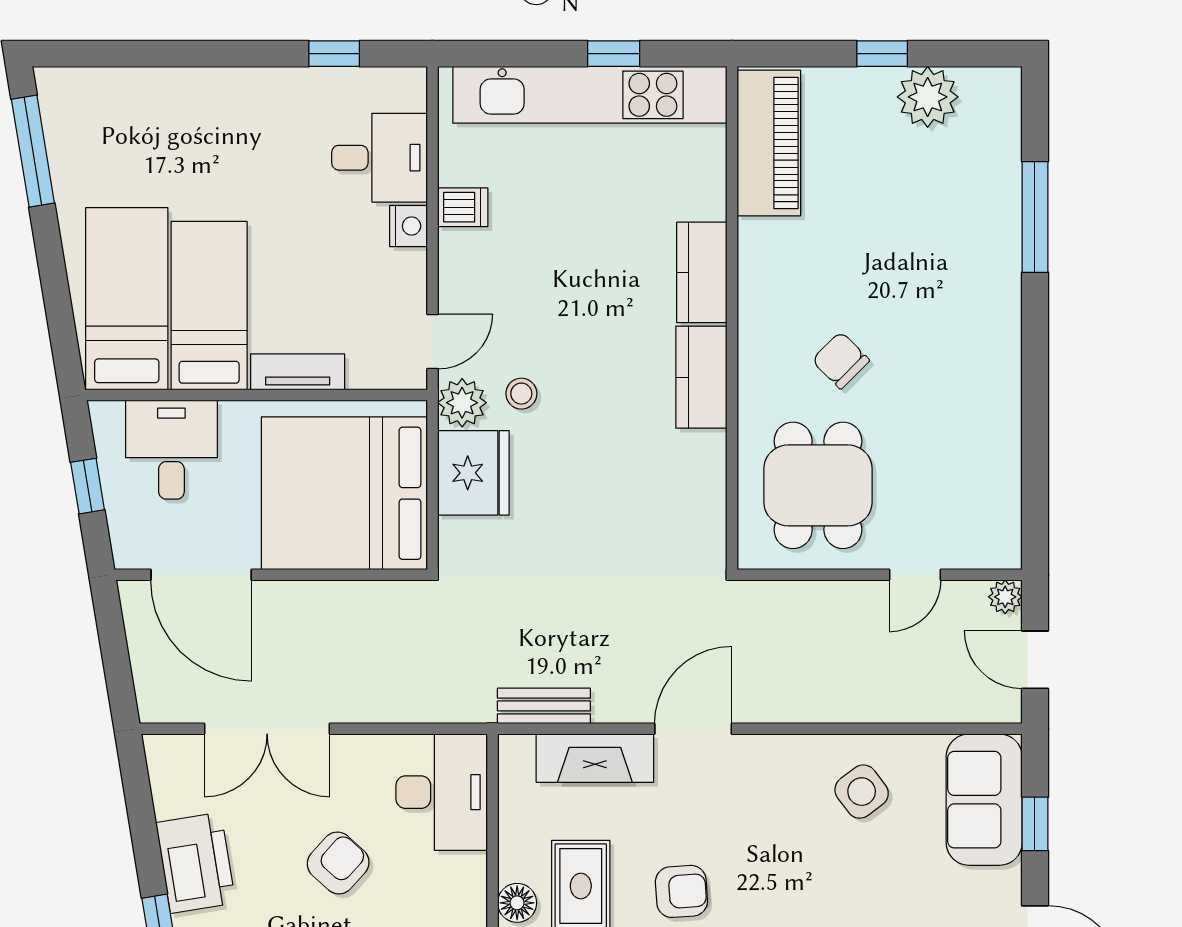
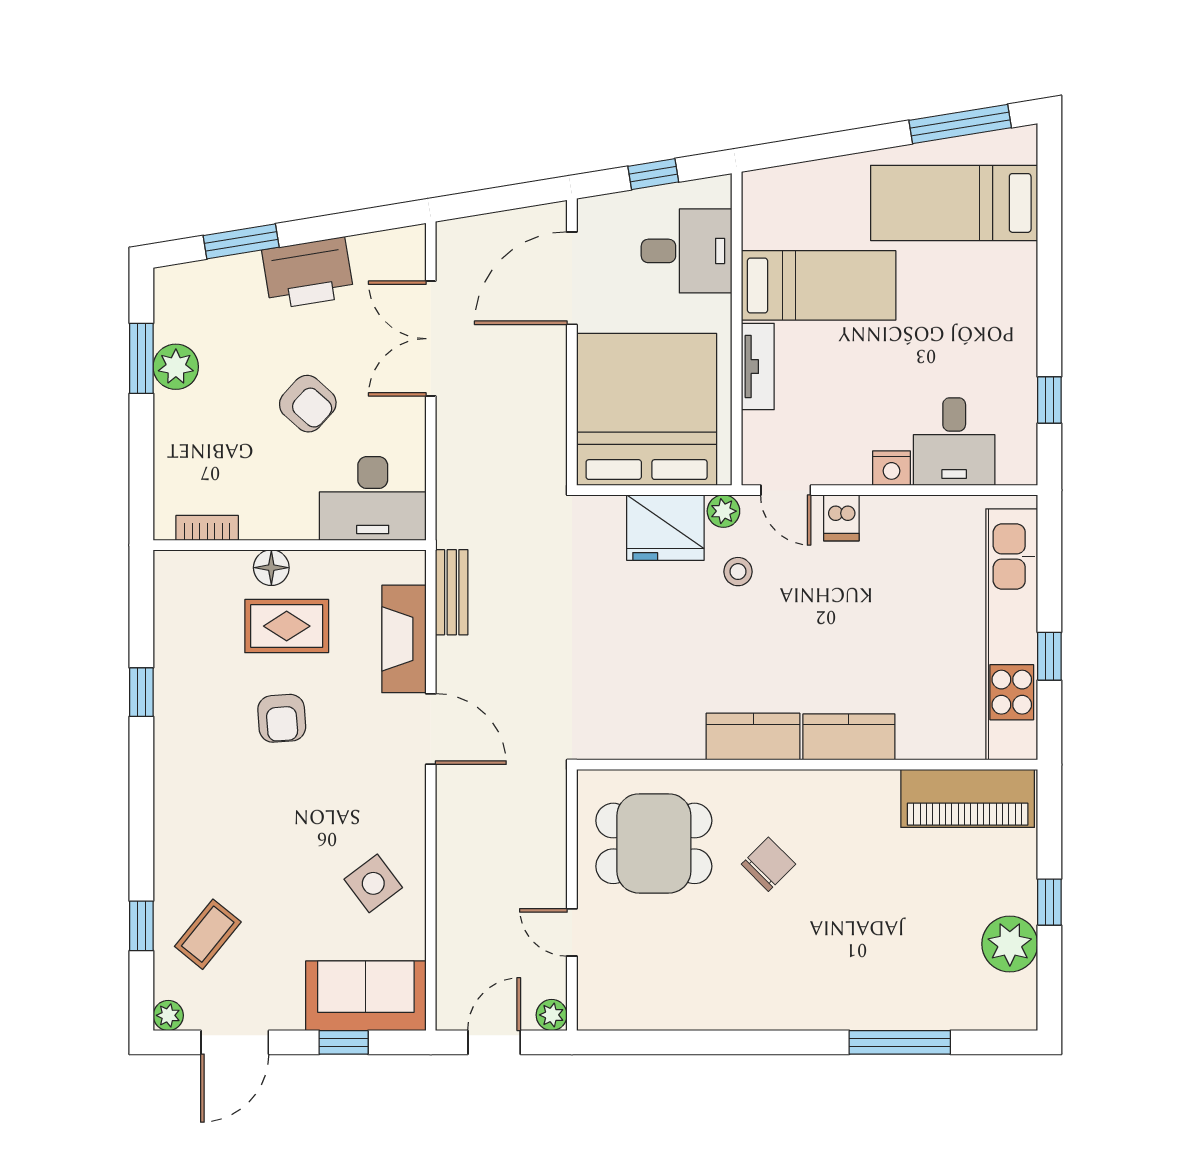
dishwasher: (463, 207) -> (841, 518), moved
bed: (127, 299) -> (954, 203), moved, turned 180
plant: (462, 403) -> (723, 511), width x0.73, depth x0.73

